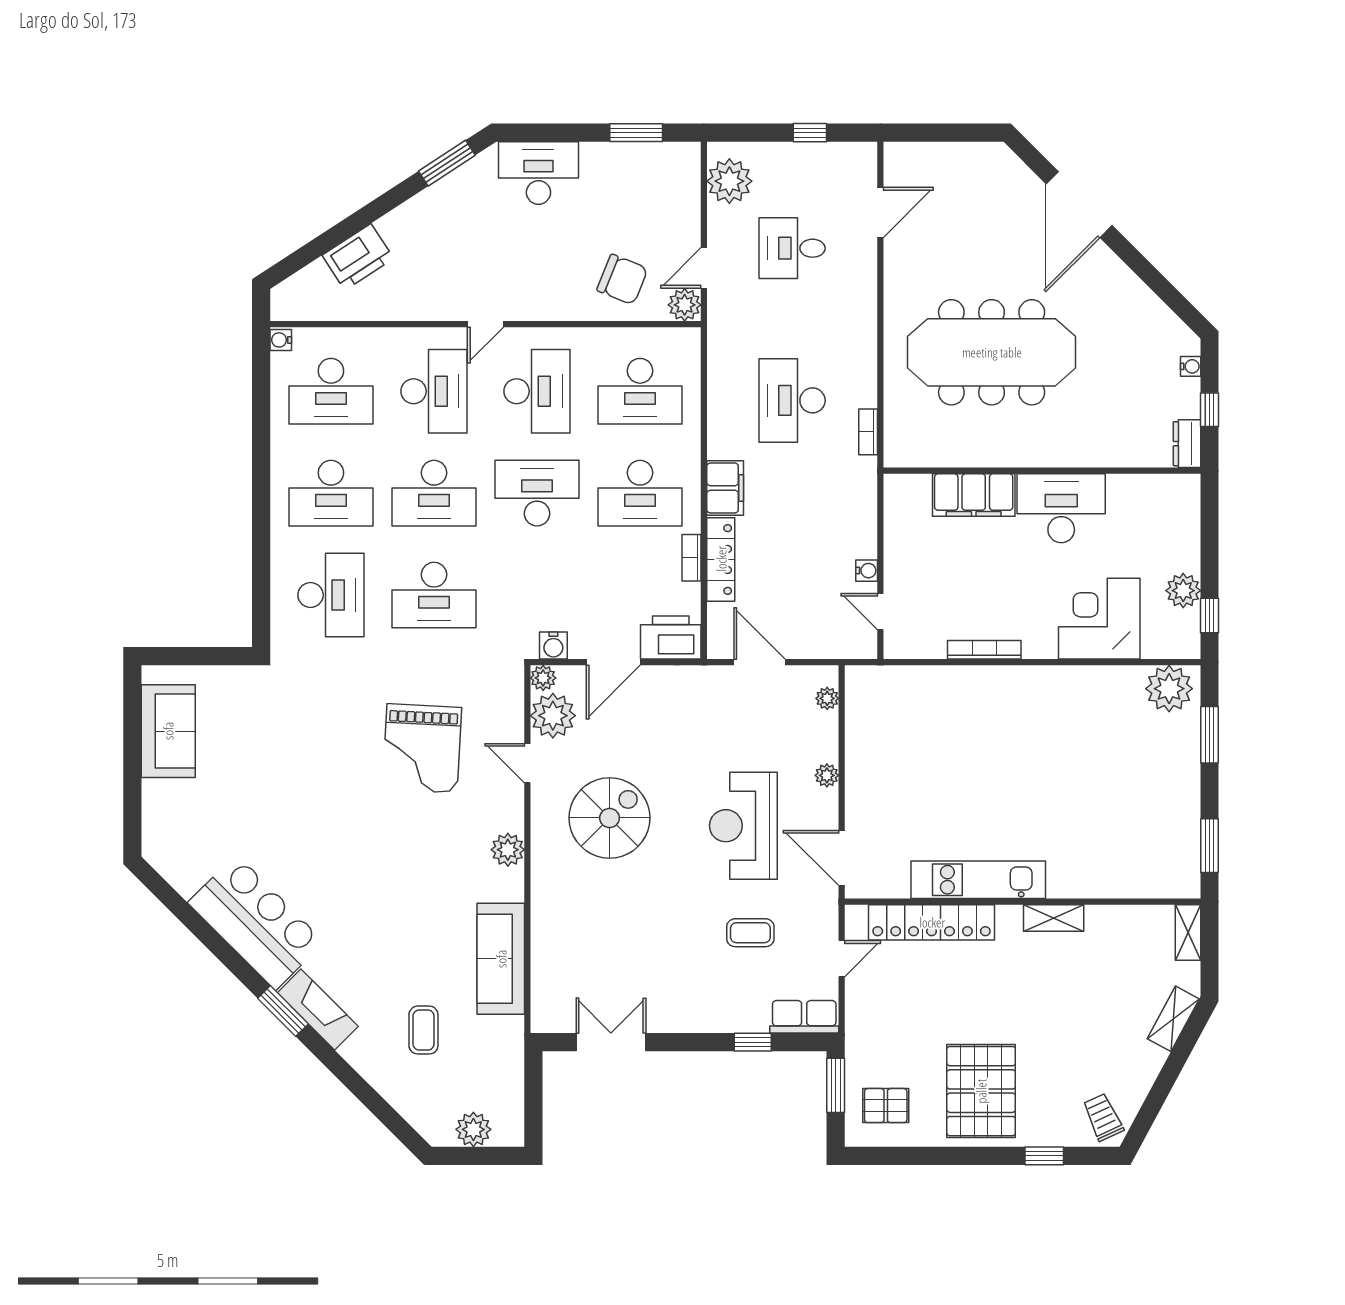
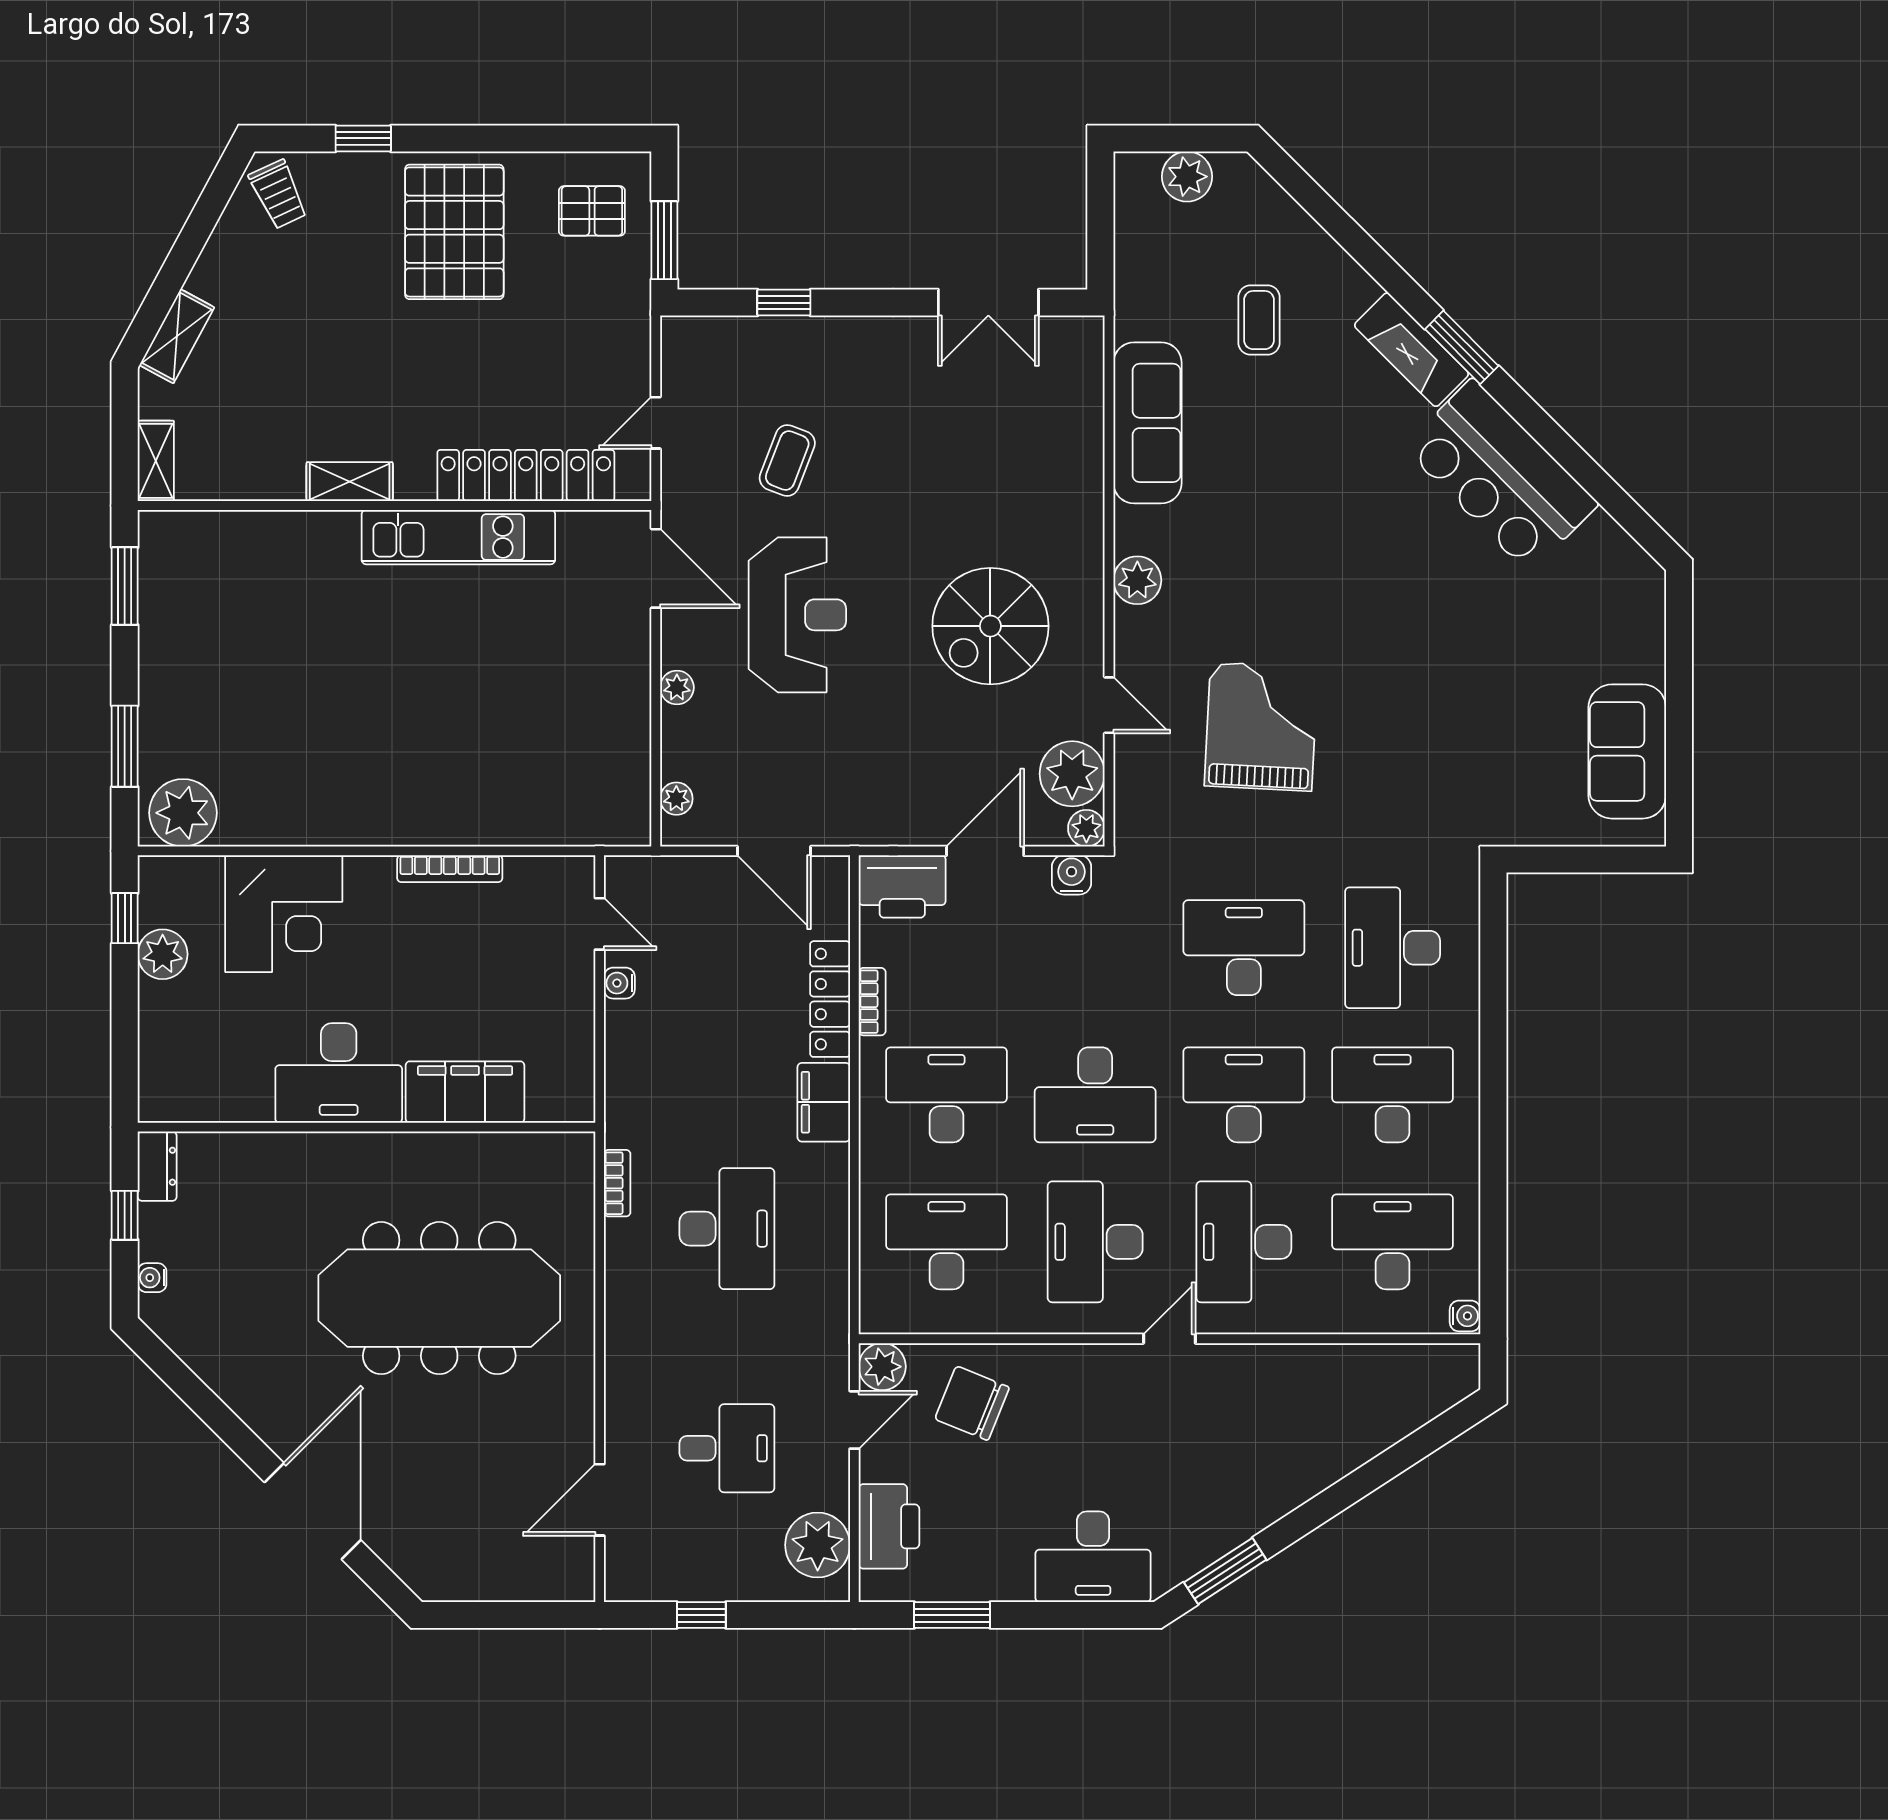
printer: (358, 257) -> (889, 1526), moved, turned 123
coffee table: (750, 933) -> (787, 461), turned -69
row of seats: (804, 1017) -> (710, 339), removed

